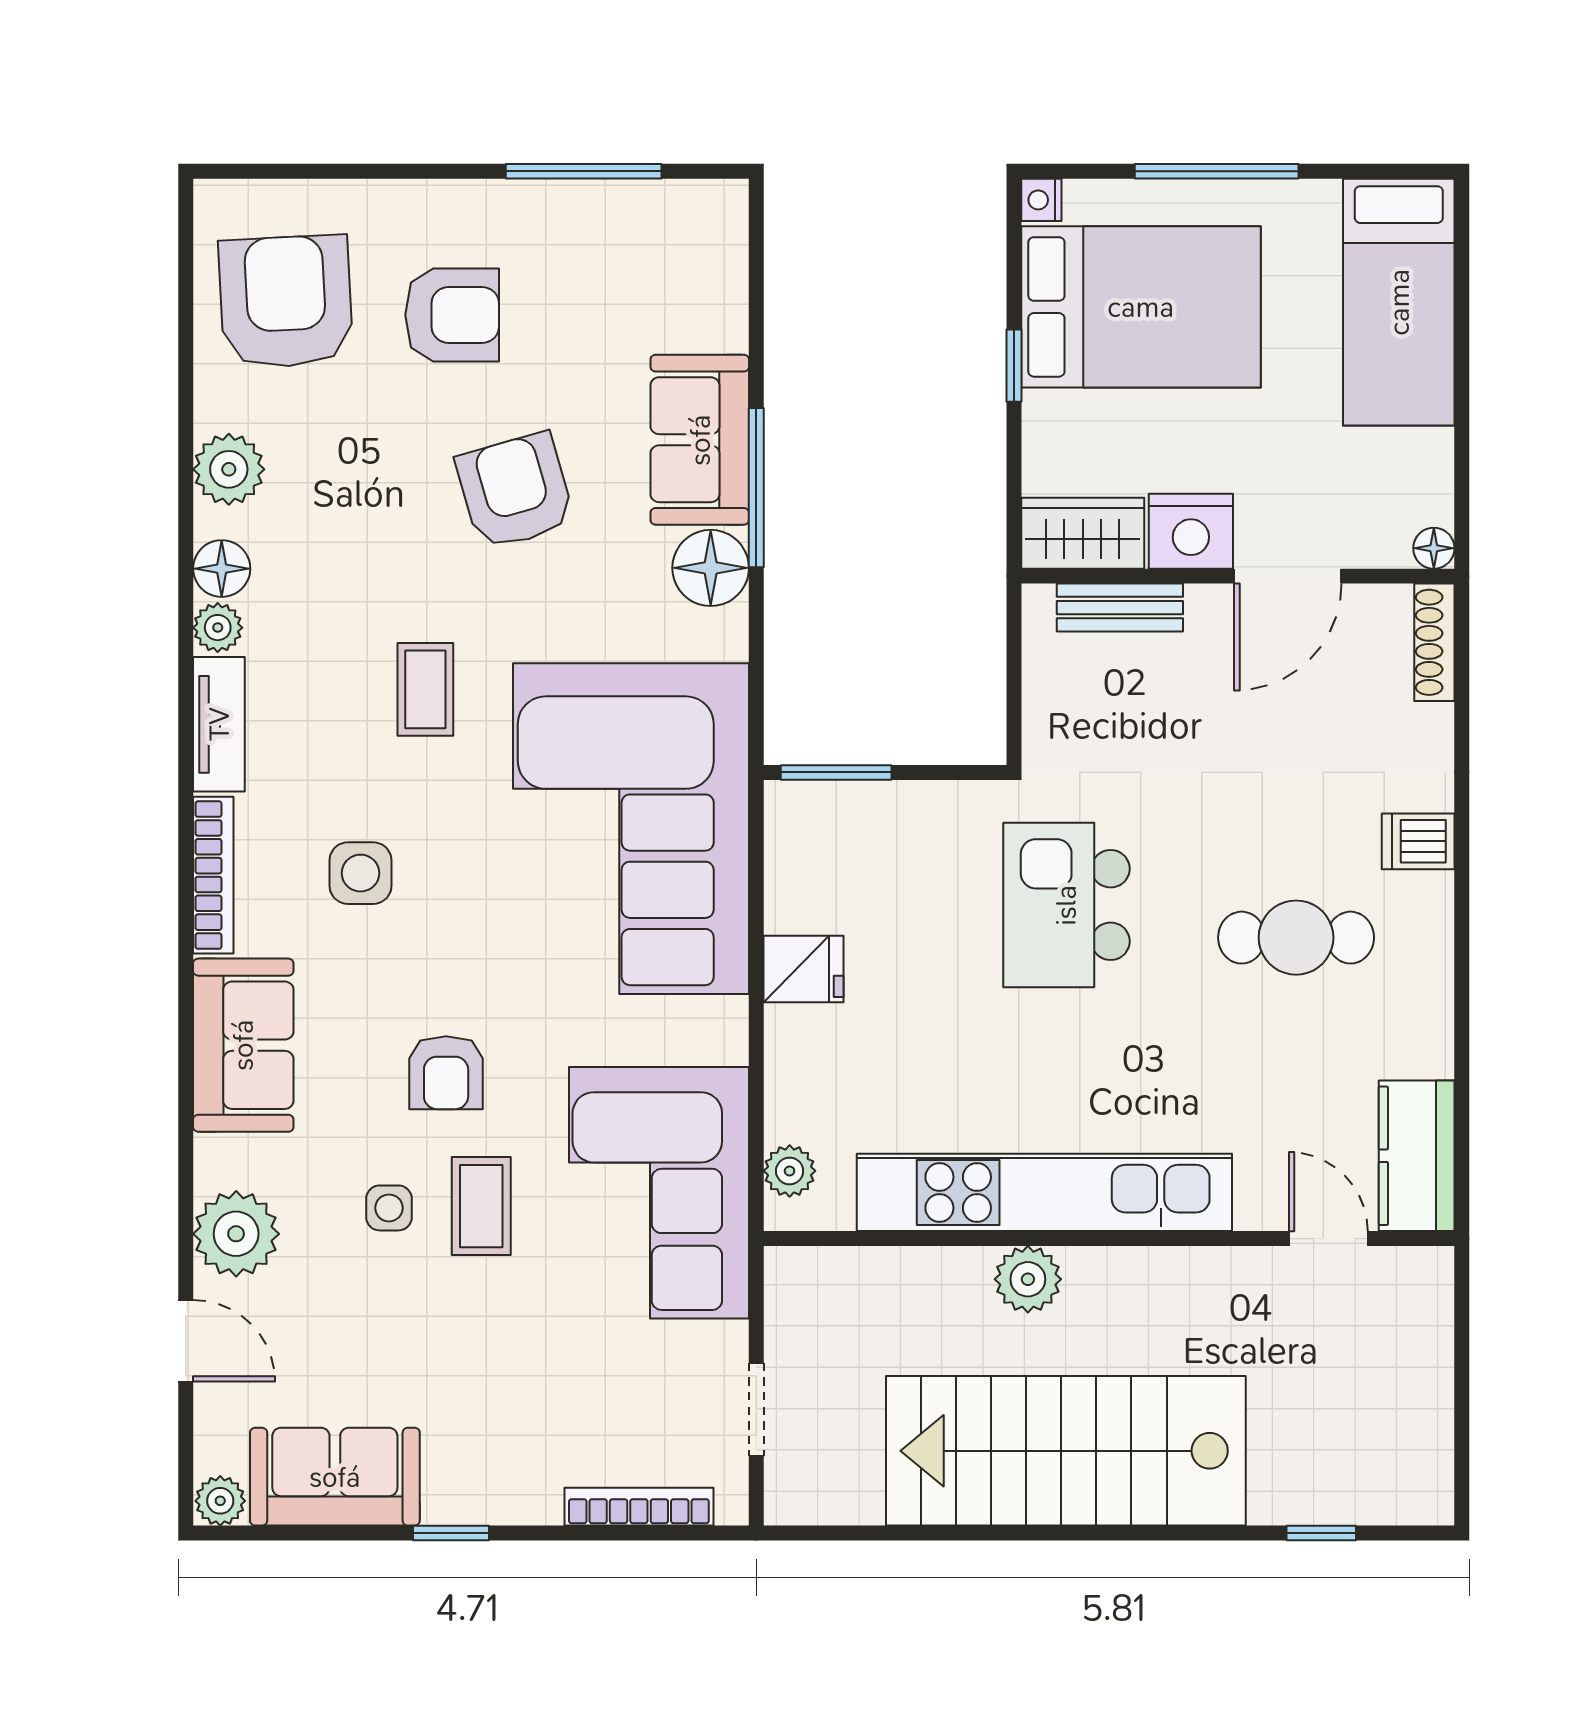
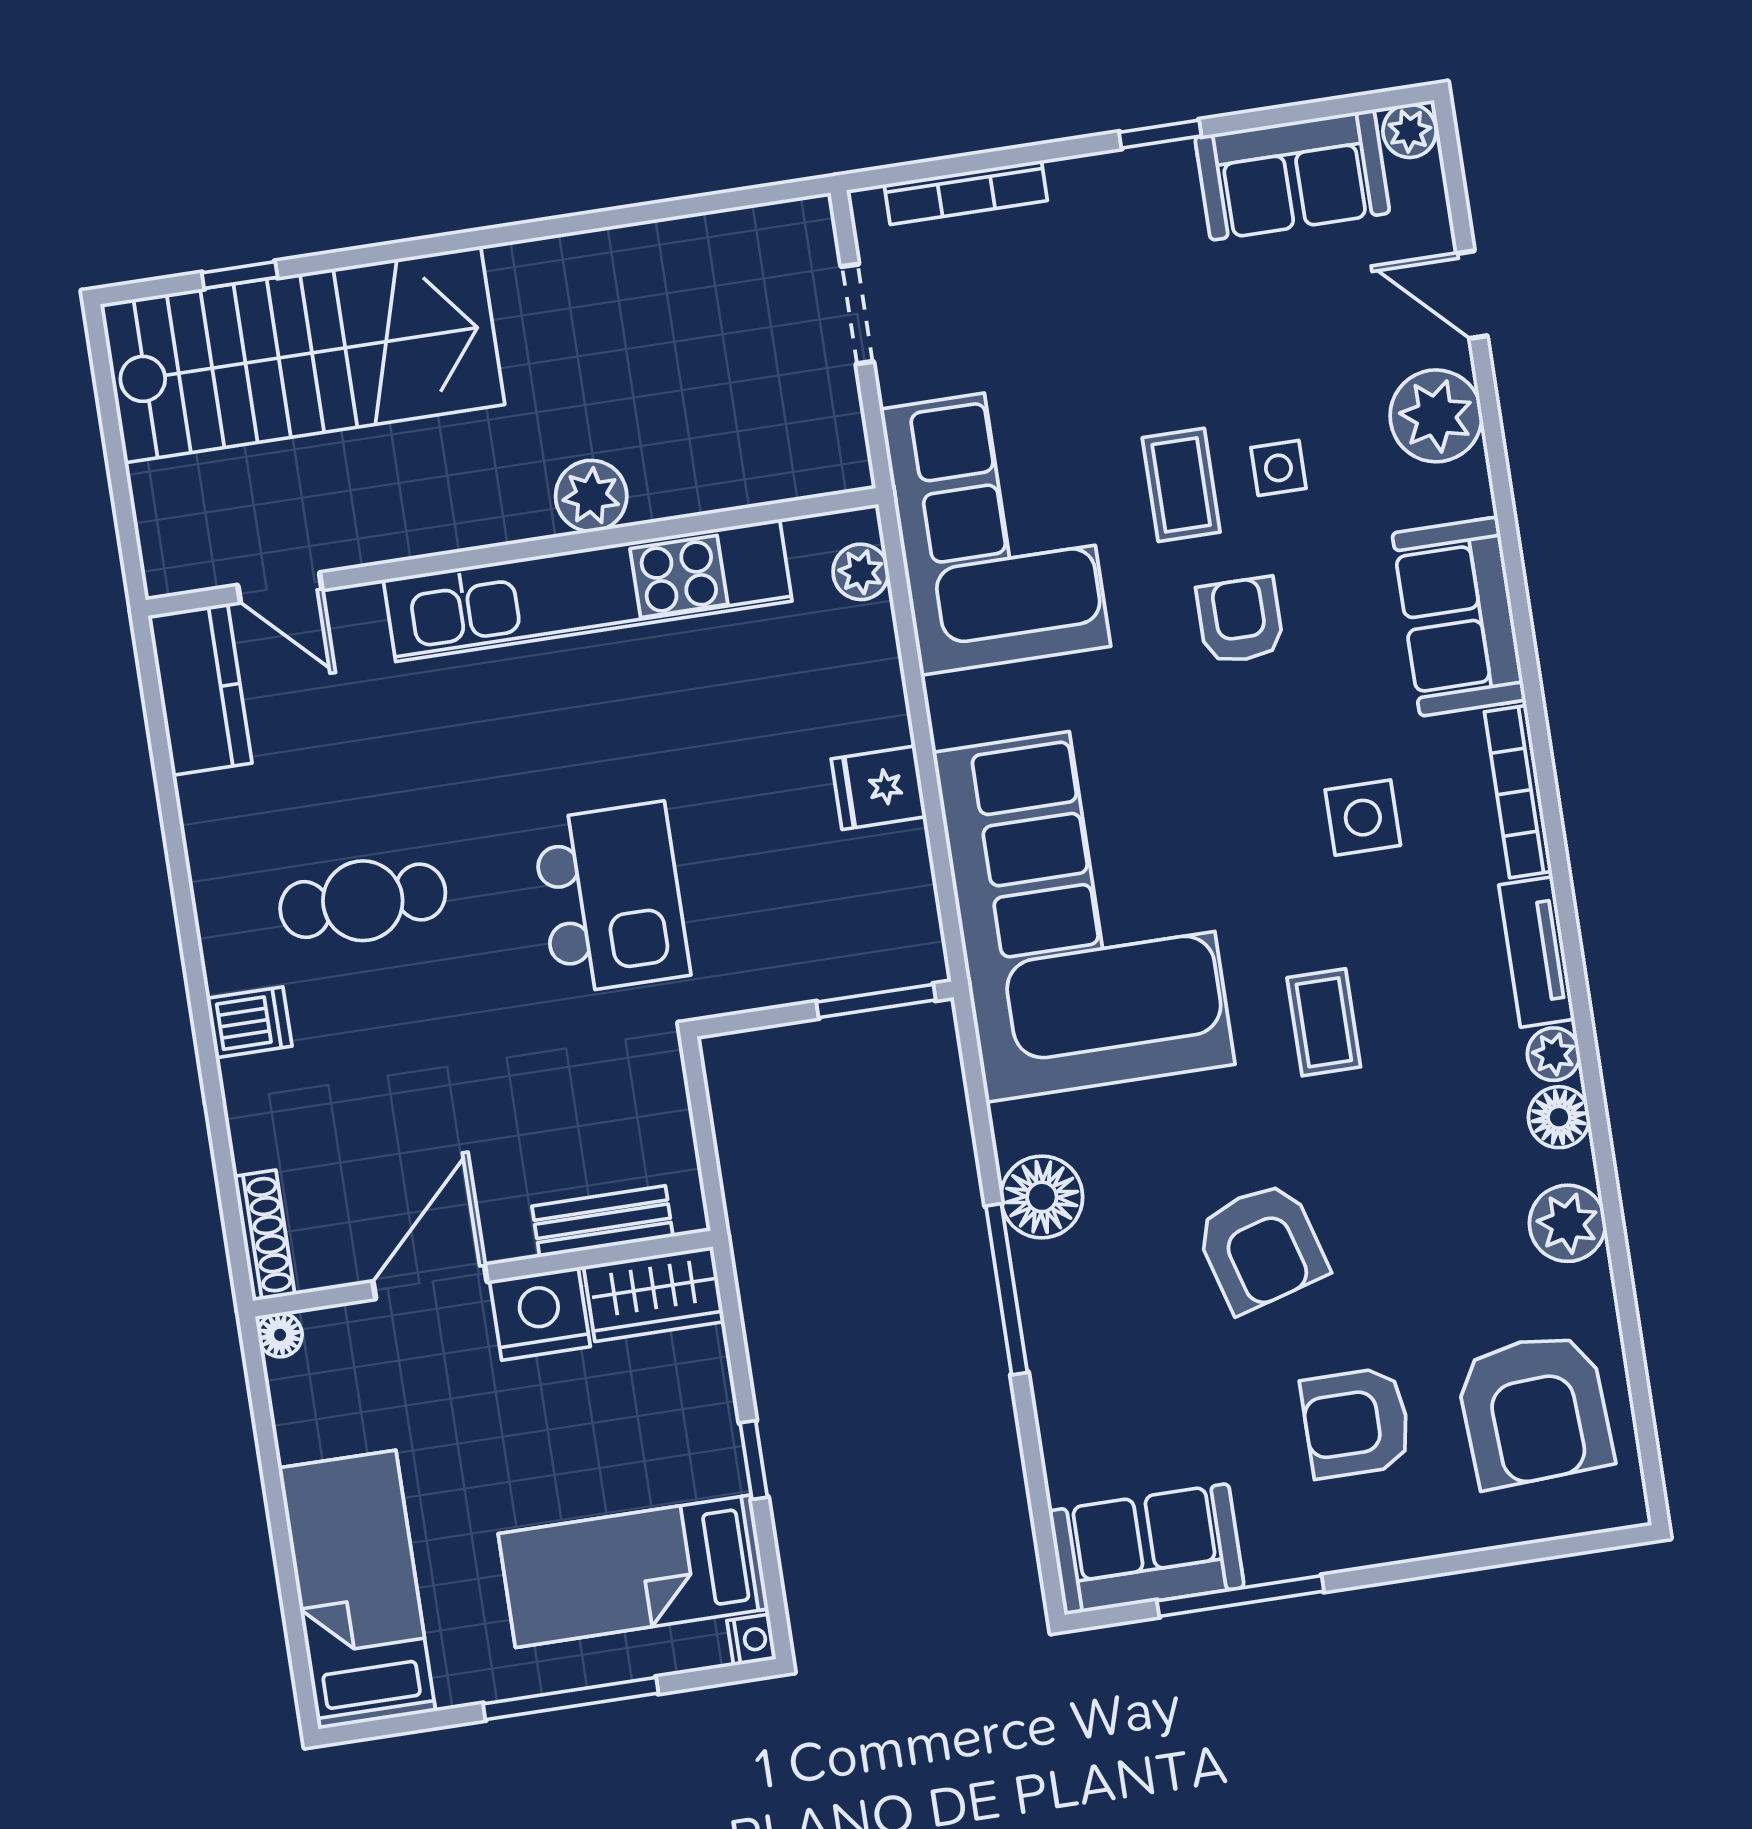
bed: (1141, 307) -> (633, 1571), width x0.67
sofa: (700, 440) -> (1146, 1549), moved, turned -90
stairs: (1066, 1451) -> (302, 354), moved

